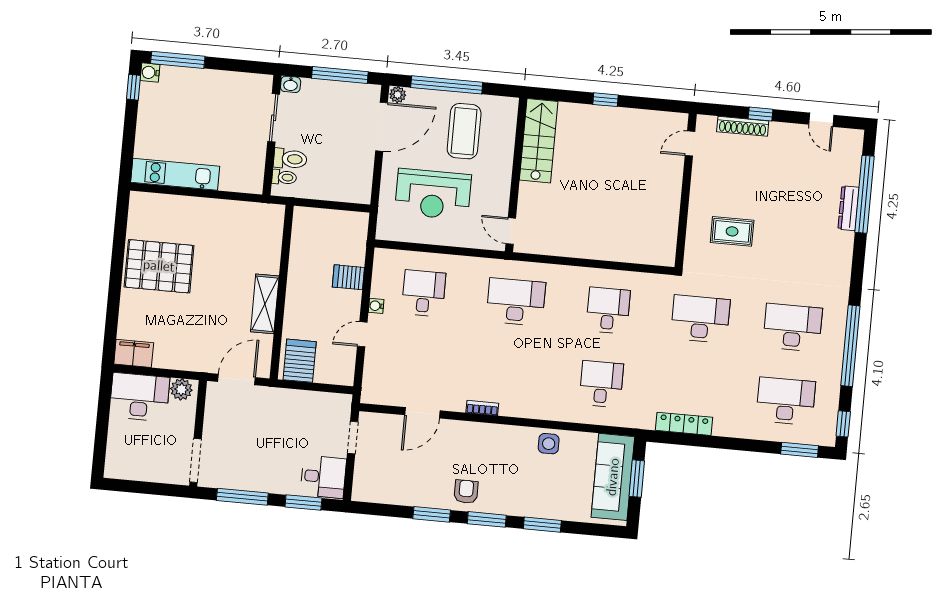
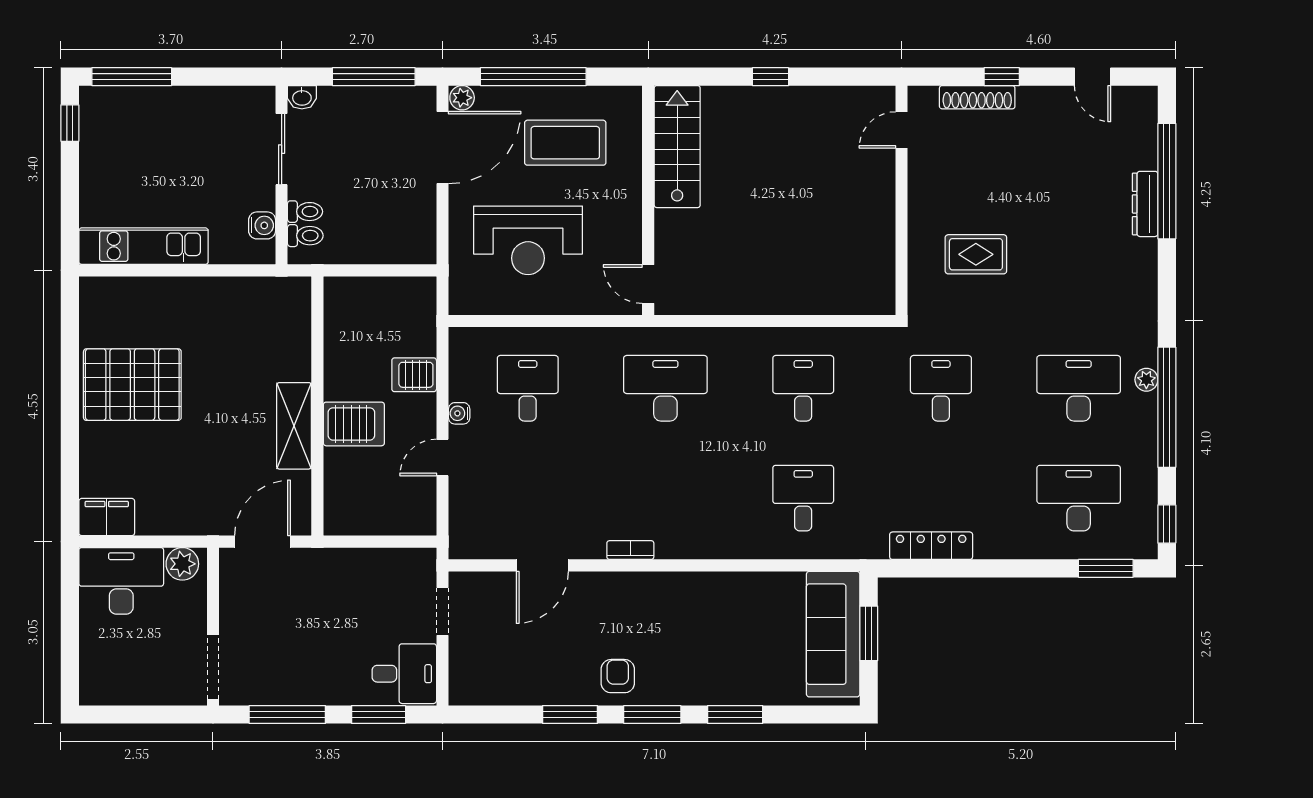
water cooler: (150, 73) -> (262, 225), moved, turned 180
coffee table: (464, 131) -> (565, 143), turned 90
toilet: (290, 159) -> (305, 212), width x0.73, depth x0.72
desk: (700, 319) -> (941, 388), width x0.73
plant: (838, 326) -> (1146, 380), added
server rack: (300, 361) -> (354, 424), moved, turned 90
side table: (549, 444) -> (733, 594), removed

